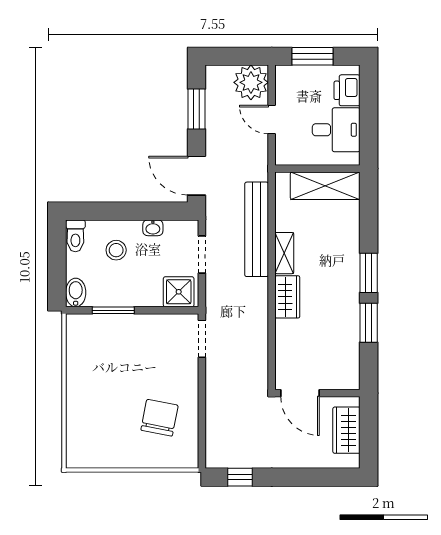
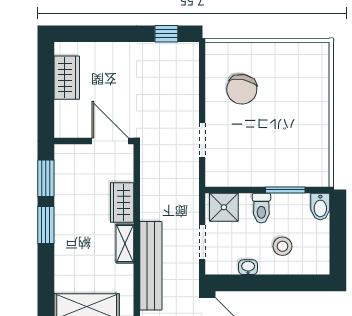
toilet: (75, 236) -> (261, 208), moved, turned 180
doorway: (202, 339) -> (202, 140), moved
door: (300, 393) -> (110, 141), moved
wall: (317, 393) -> (94, 141), moved

